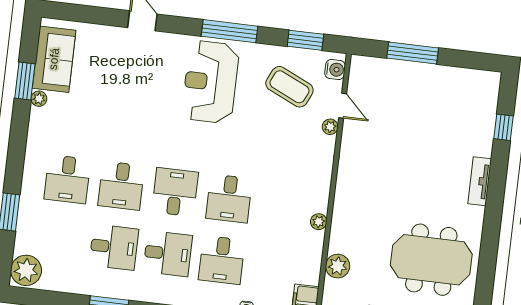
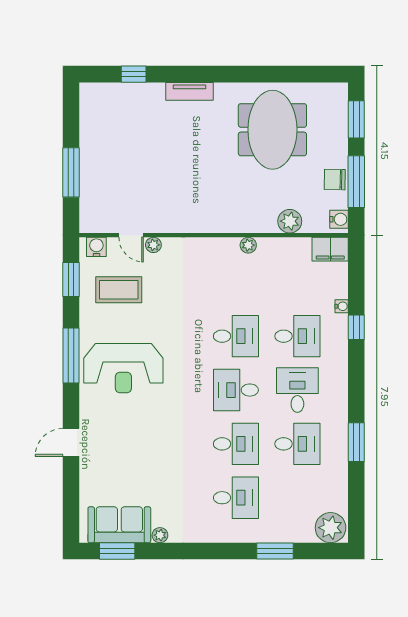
window: (25, 81) -> (117, 551), moved
coffee table: (289, 87) -> (119, 290), turned 65
door: (343, 106) -> (131, 235), swing flipped
desk: (114, 247) -> (297, 444), turned 90

